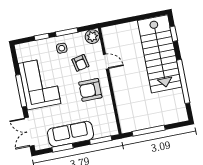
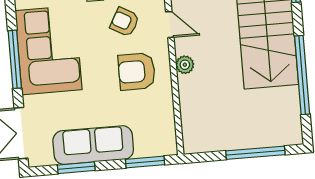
armchair: (80, 63) -> (125, 22), turned 131
plant: (117, 83) -> (185, 65), added
window: (149, 131) -> (255, 153), moved

